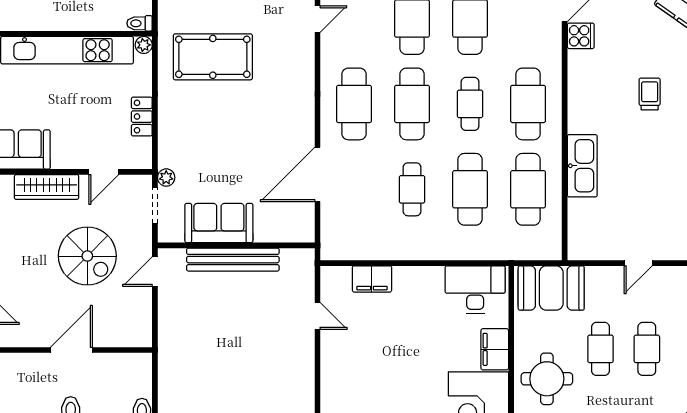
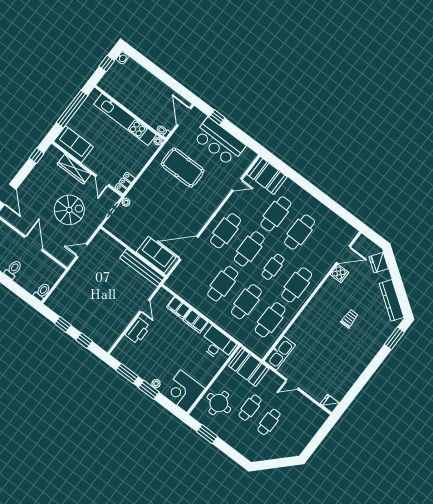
locker: (142, 117) -> (125, 183), moved
kitchen sink: (582, 166) -> (280, 353), moved
door: (104, 172) -> (102, 181), hinge flipped
cafe table: (412, 189) -> (223, 284), width x1.37, depth x1.35
sofa: (219, 223) -> (156, 255), moved
spiral stairs: (87, 256) -> (69, 210), turned -90
bench: (233, 260) -> (142, 268), moved
door: (155, 272) -> (82, 251), moved
filing cabinet: (495, 349) -> (195, 321), moved, turned -90
door: (71, 350) -> (33, 243), hinge flipped
printer: (336, 362) -> (138, 331), added

